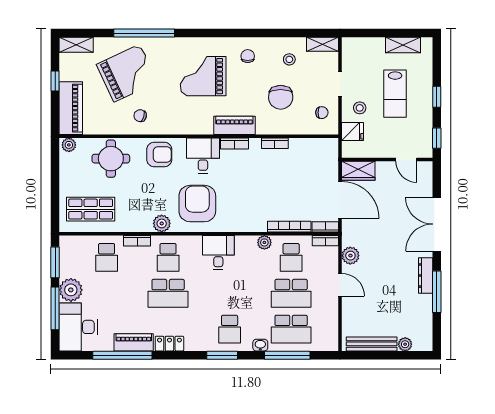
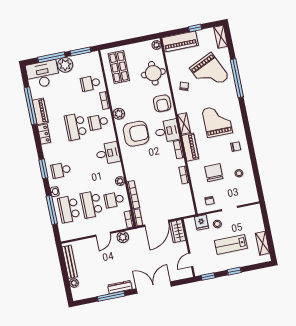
shelving: (323, 44) -> (184, 123), moved
chair: (281, 97) -> (214, 173), turned 90

